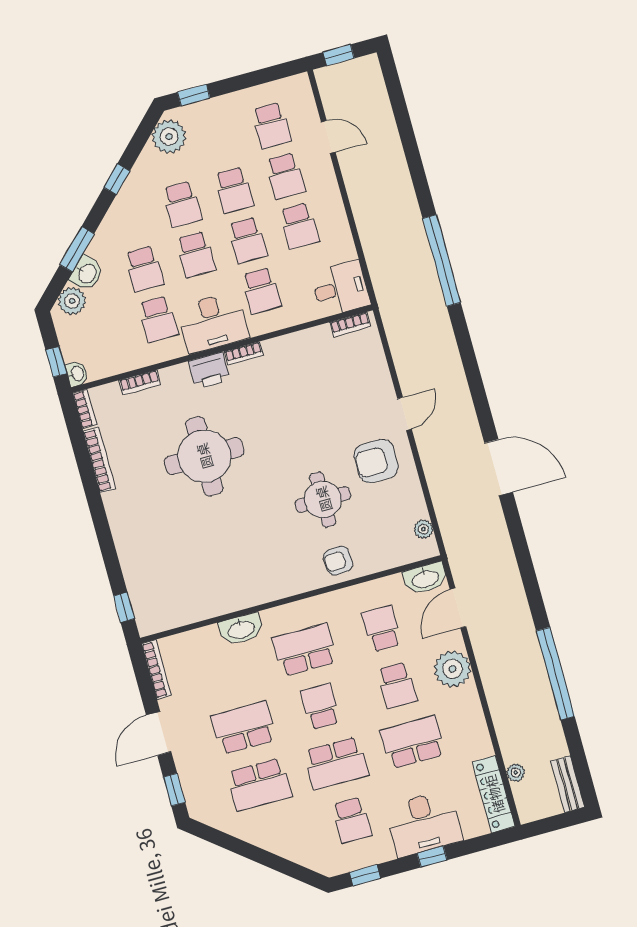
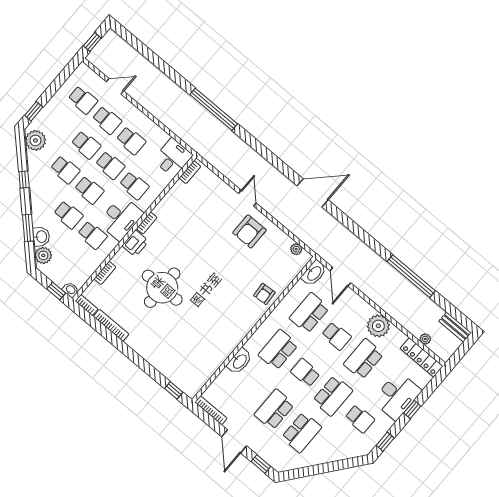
round table: (323, 499) -> (236, 269), removed
school desk: (382, 629) -> (309, 313), width x1.85
plant: (452, 669) -> (378, 326), moved

